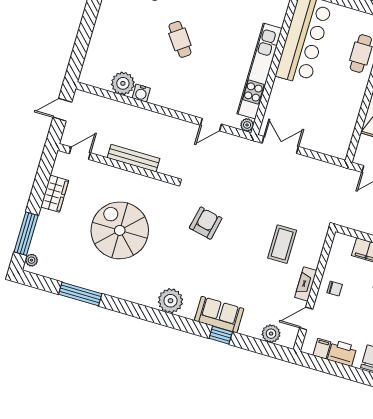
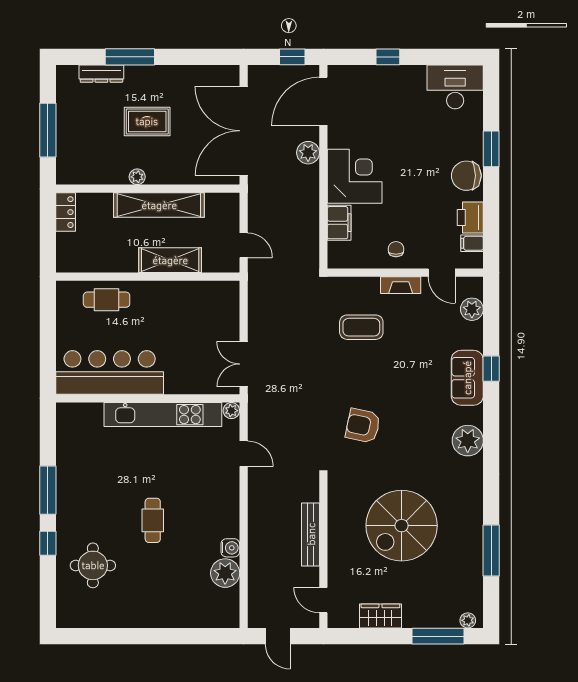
cafe table: (180, 39) -> (153, 520), turned -54

